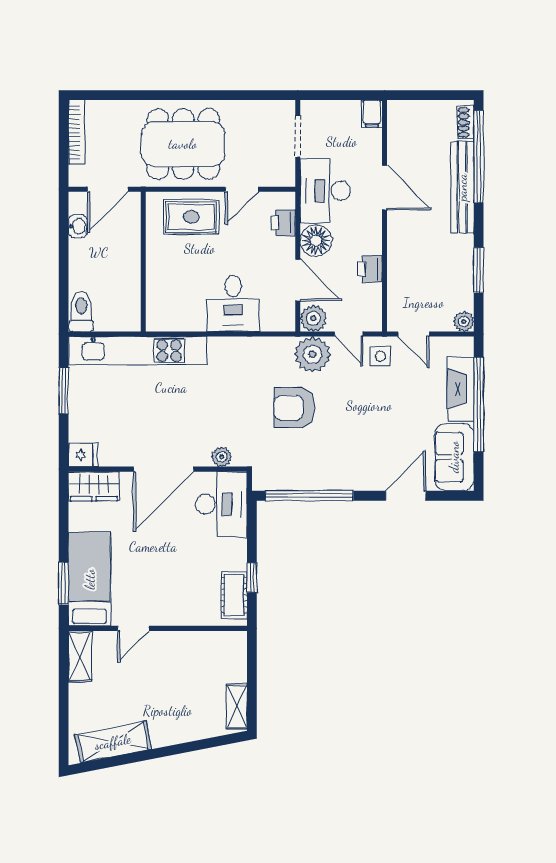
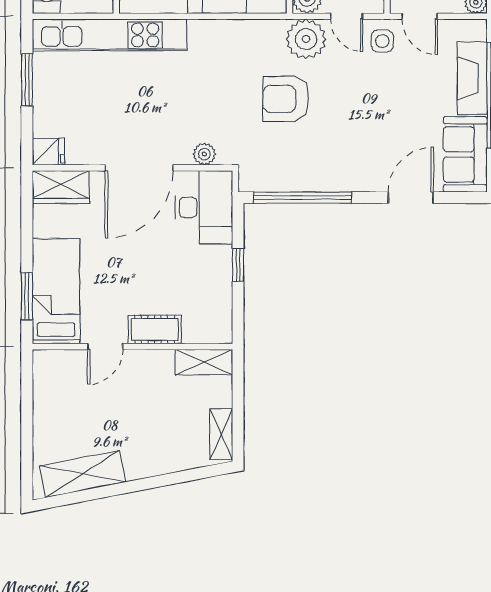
window: (252, 578) -> (238, 265), moved
cot: (234, 595) -> (155, 329), moved, turned 90
shelving: (80, 656) -> (204, 362), moved, turned 90

